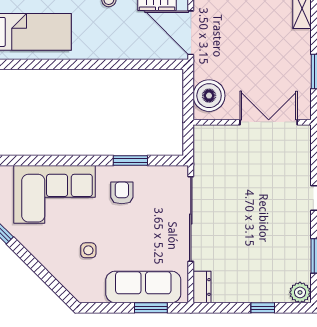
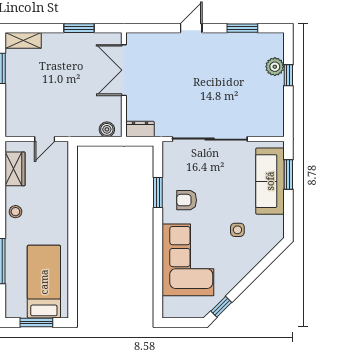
door: (191, 33) -> (45, 139), width x0.53
boiler: (209, 96) -> (107, 129), width x0.54, depth x0.54
dresser: (202, 287) -> (140, 129), moved
plant: (300, 292) -> (275, 67), moved

